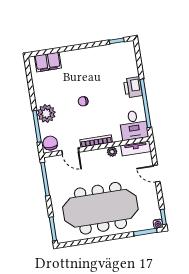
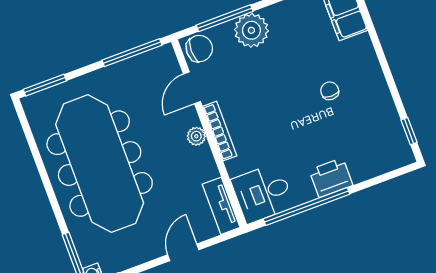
chair: (83, 101) -> (330, 91), moved
plant: (112, 152) -> (196, 136), moved

